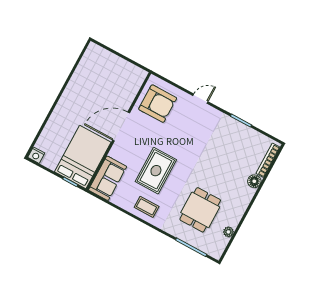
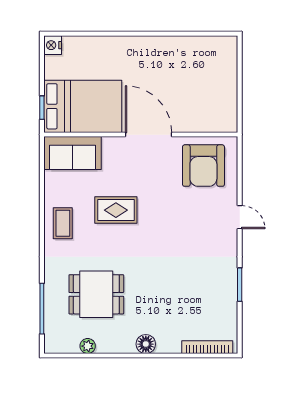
rug: (156, 171) -> (116, 210), width x0.73, depth x0.70
floor lamp: (254, 181) -> (146, 344), moved

